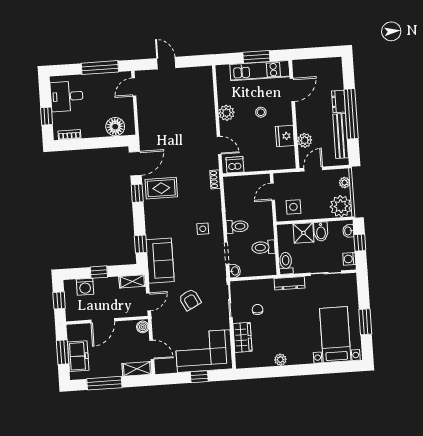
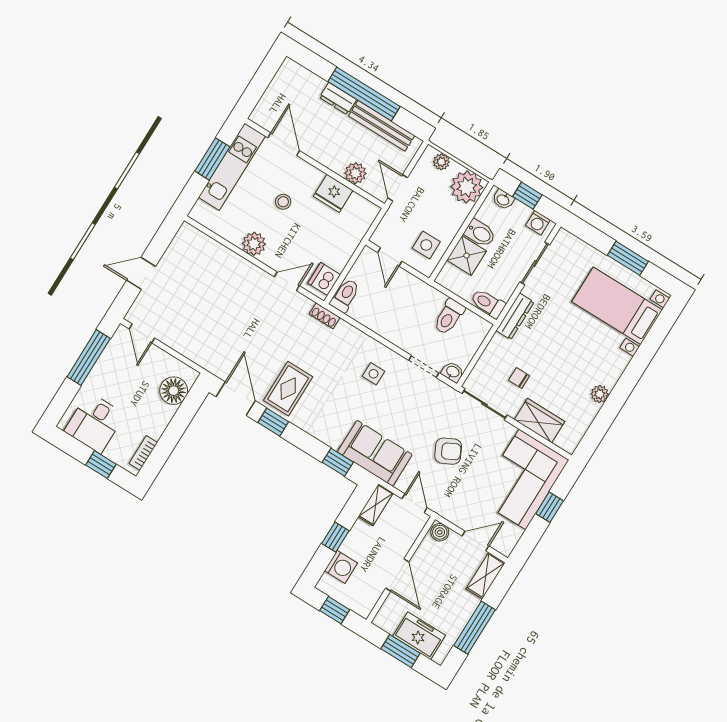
toilet: (237, 226) -> (345, 296), moved

